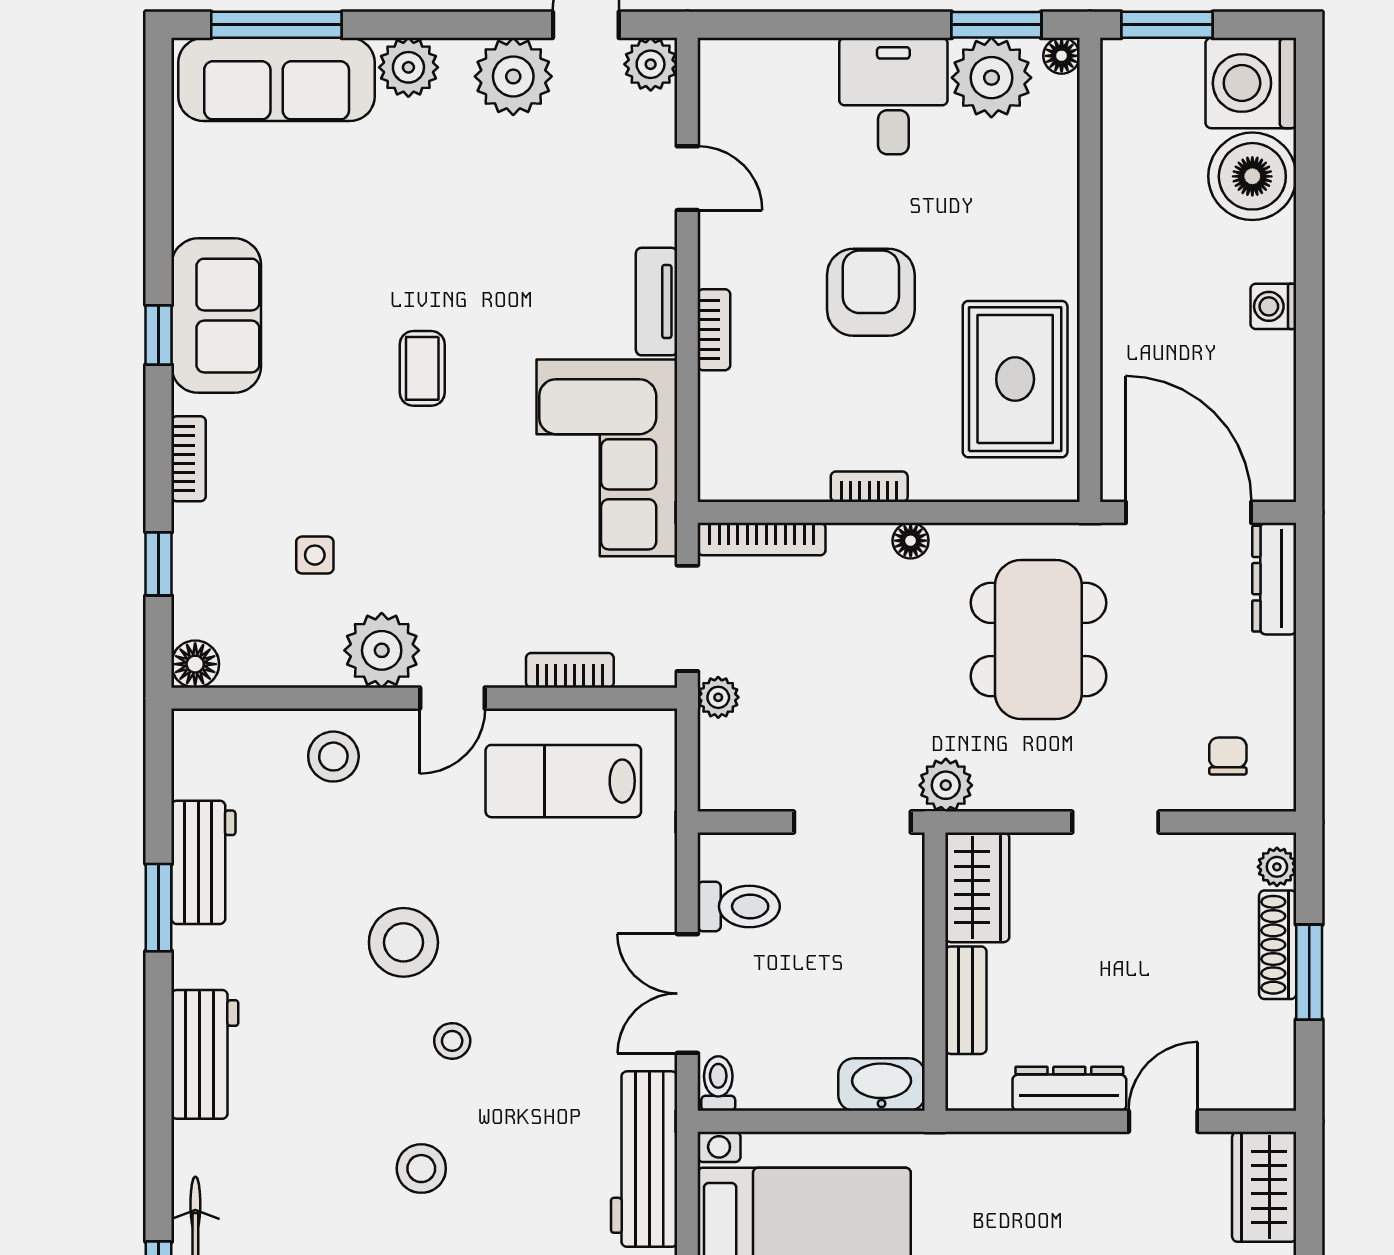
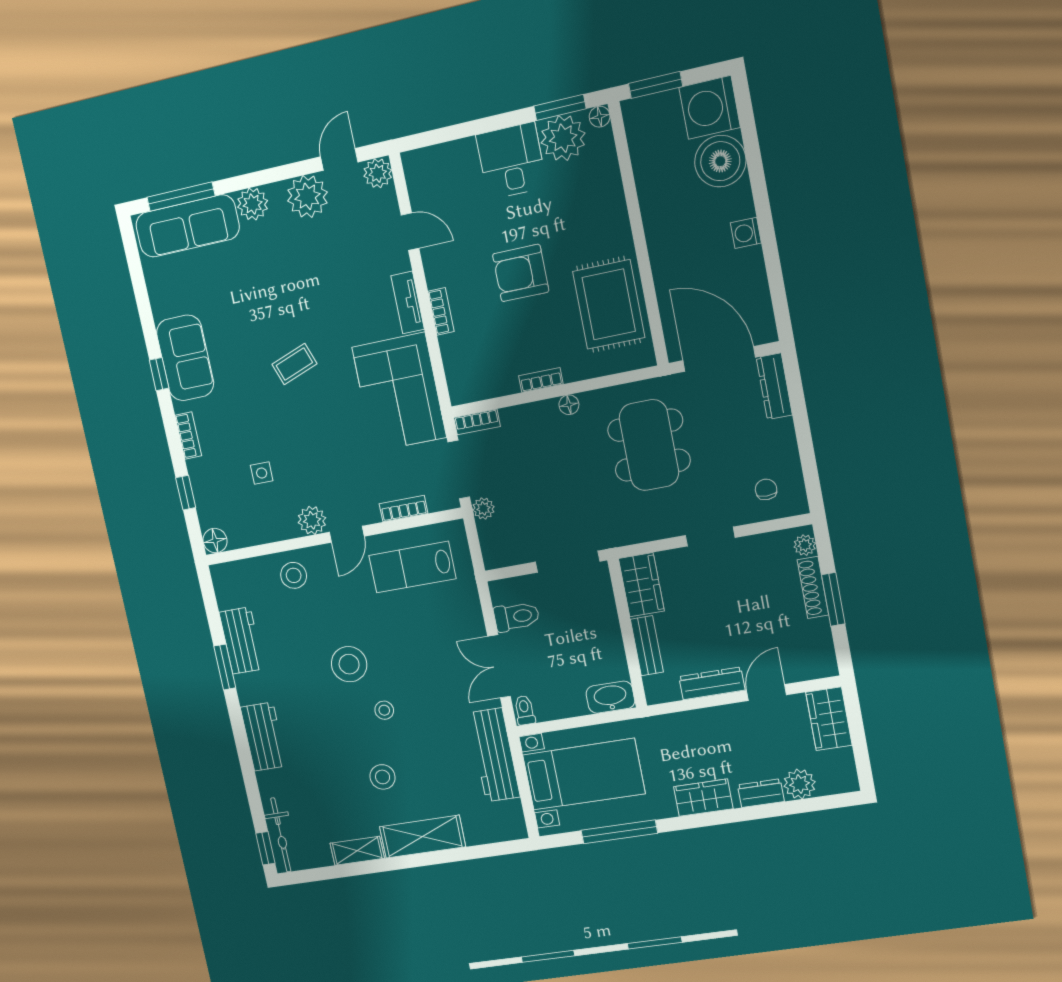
armchair: (871, 292) -> (521, 273), turned -90
coffee table: (422, 368) -> (294, 364), turned 70
bookcase: (762, 539) -> (477, 422), width x0.64
plant: (382, 650) -> (312, 520), width x0.73, depth x0.73
plant: (946, 785) -> (614, 533), removed

